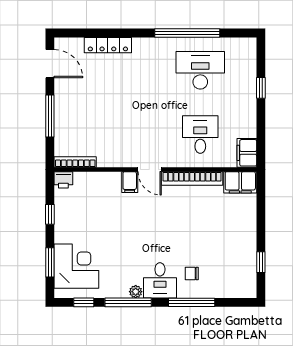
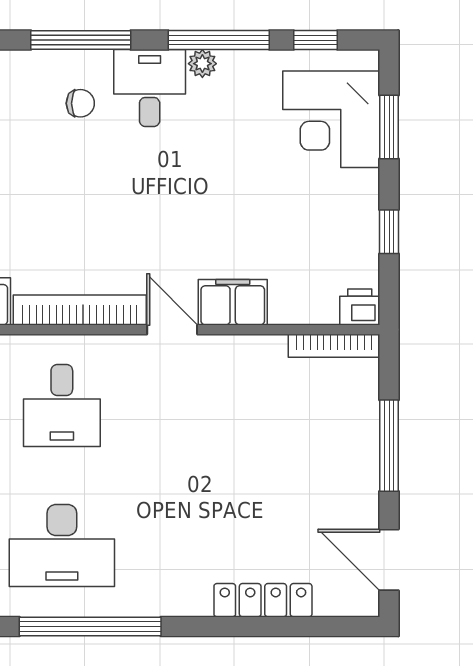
filing cabinet: (130, 182) -> (233, 302), width x2.00

